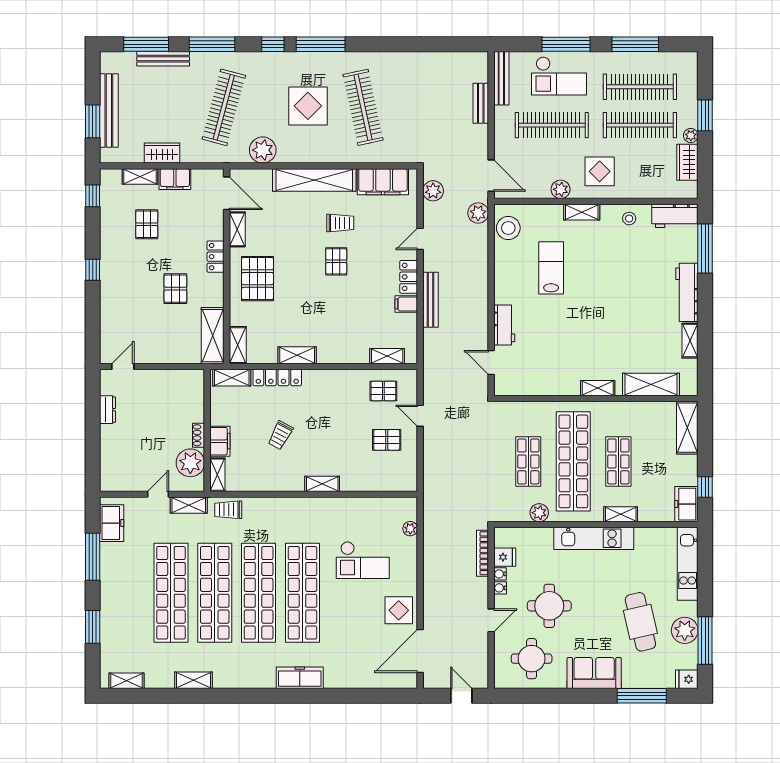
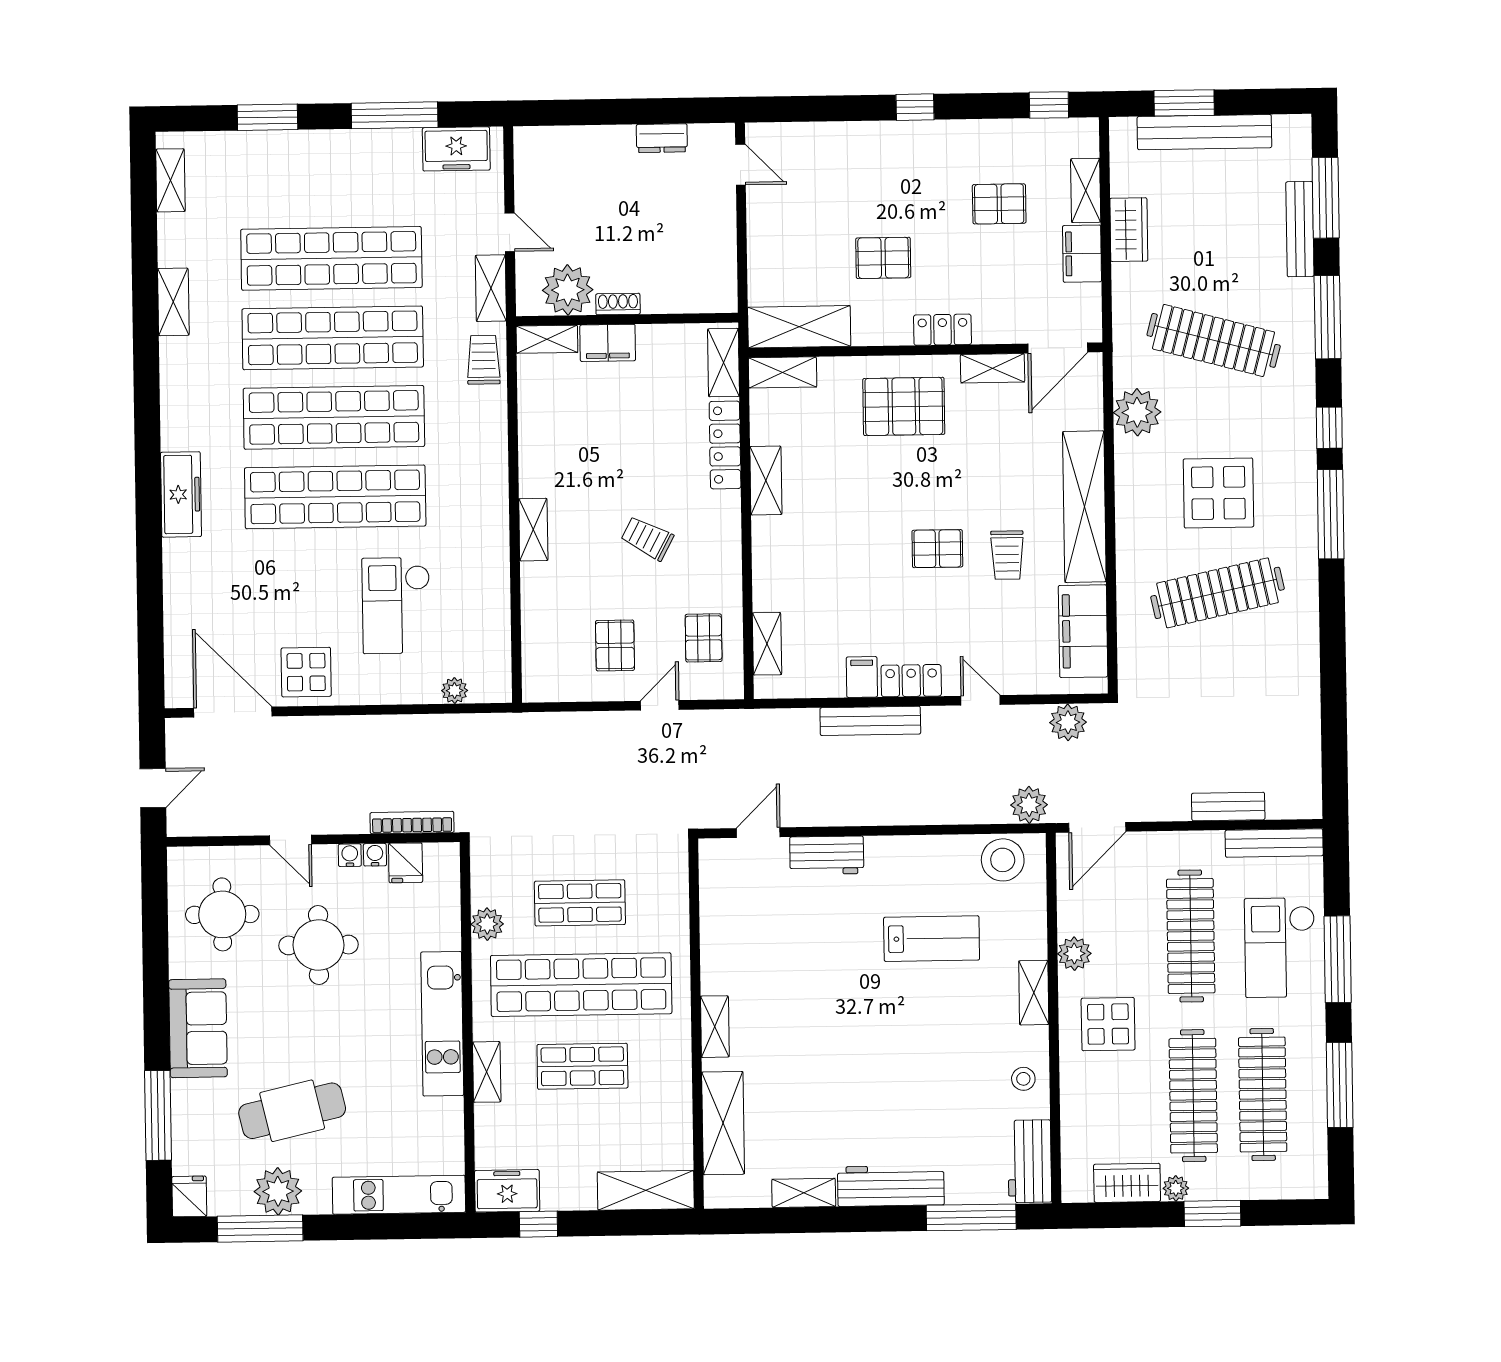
trolley: (280, 435) -> (647, 538), moved

